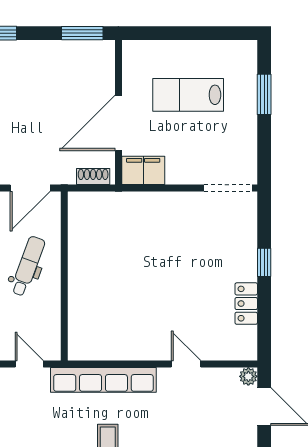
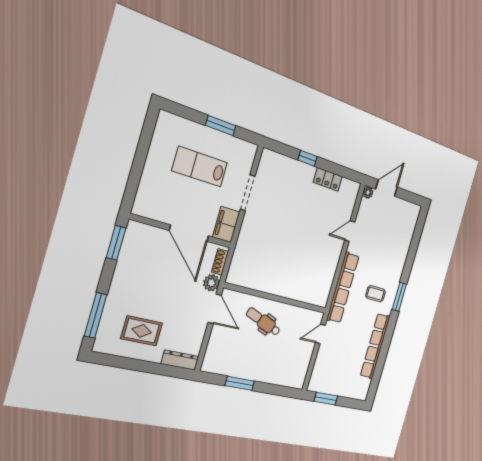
window: (264, 94) -> (221, 126), moved
lab bench: (188, 95) -> (200, 167), moved, turned 90
plant: (63, 173) -> (211, 283), added
doorway: (228, 188) -> (248, 193), moved

